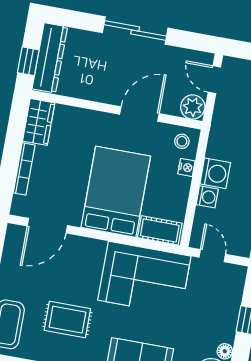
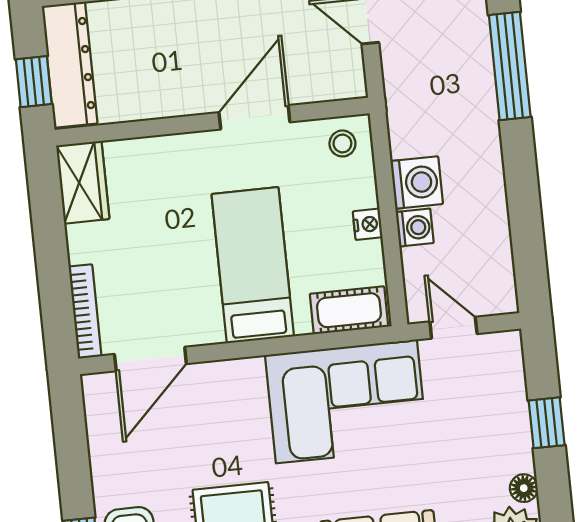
plant: (193, 107) -> (344, 78), removed
nightstand: (186, 167) -> (368, 224), moved
bookcase: (24, 169) -> (85, 311), moved
bed: (116, 192) -> (253, 265), width x0.67

